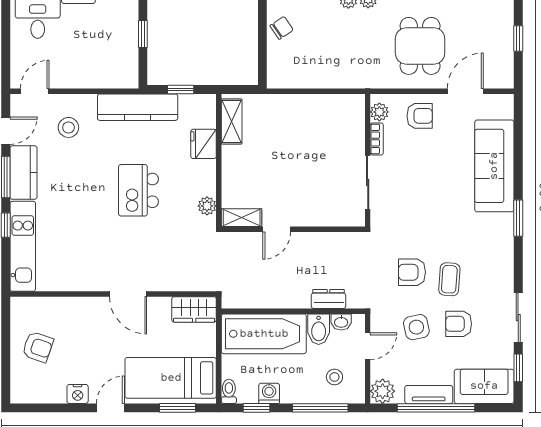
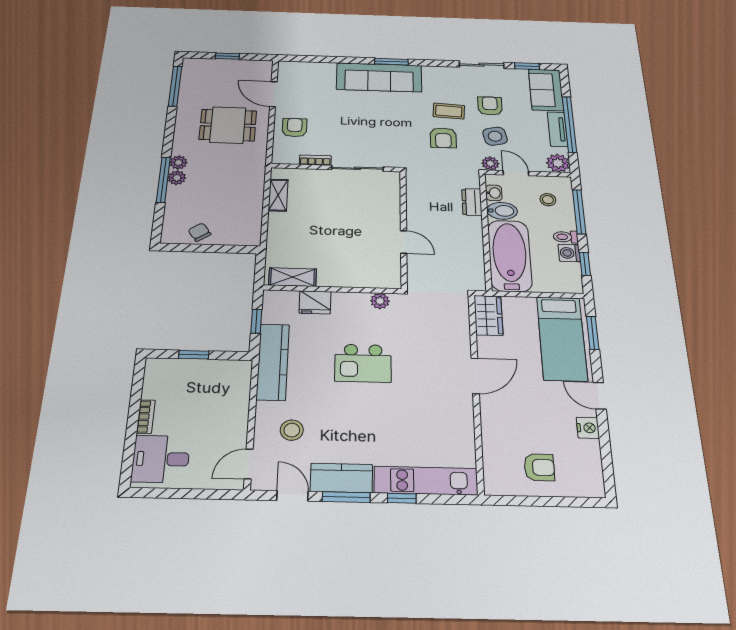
door: (35, 91) -> (249, 464), hinge flipped
plant: (379, 112) -> (490, 163), moved
sofa: (494, 166) -> (379, 77), moved
shelving: (242, 218) -> (278, 195), moved
armchair: (459, 324) -> (490, 106), turned 180
armchair: (38, 347) -> (539, 467), turned 71
toilet: (229, 391) -> (566, 237), moved

